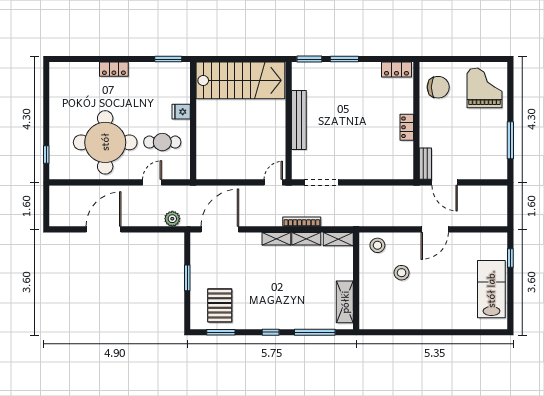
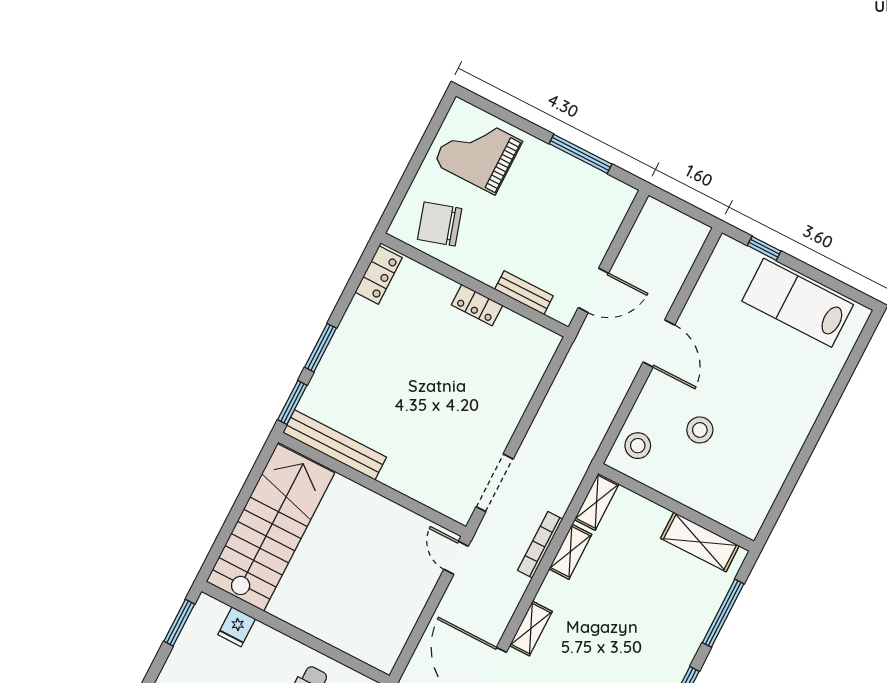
chair: (438, 87) -> (440, 224), turned -107
fridge: (181, 112) -> (237, 627), moved
bench: (299, 120) -> (335, 445), moved
bench: (425, 164) -> (524, 293), moved
shelving: (276, 239) -> (531, 628), moved

